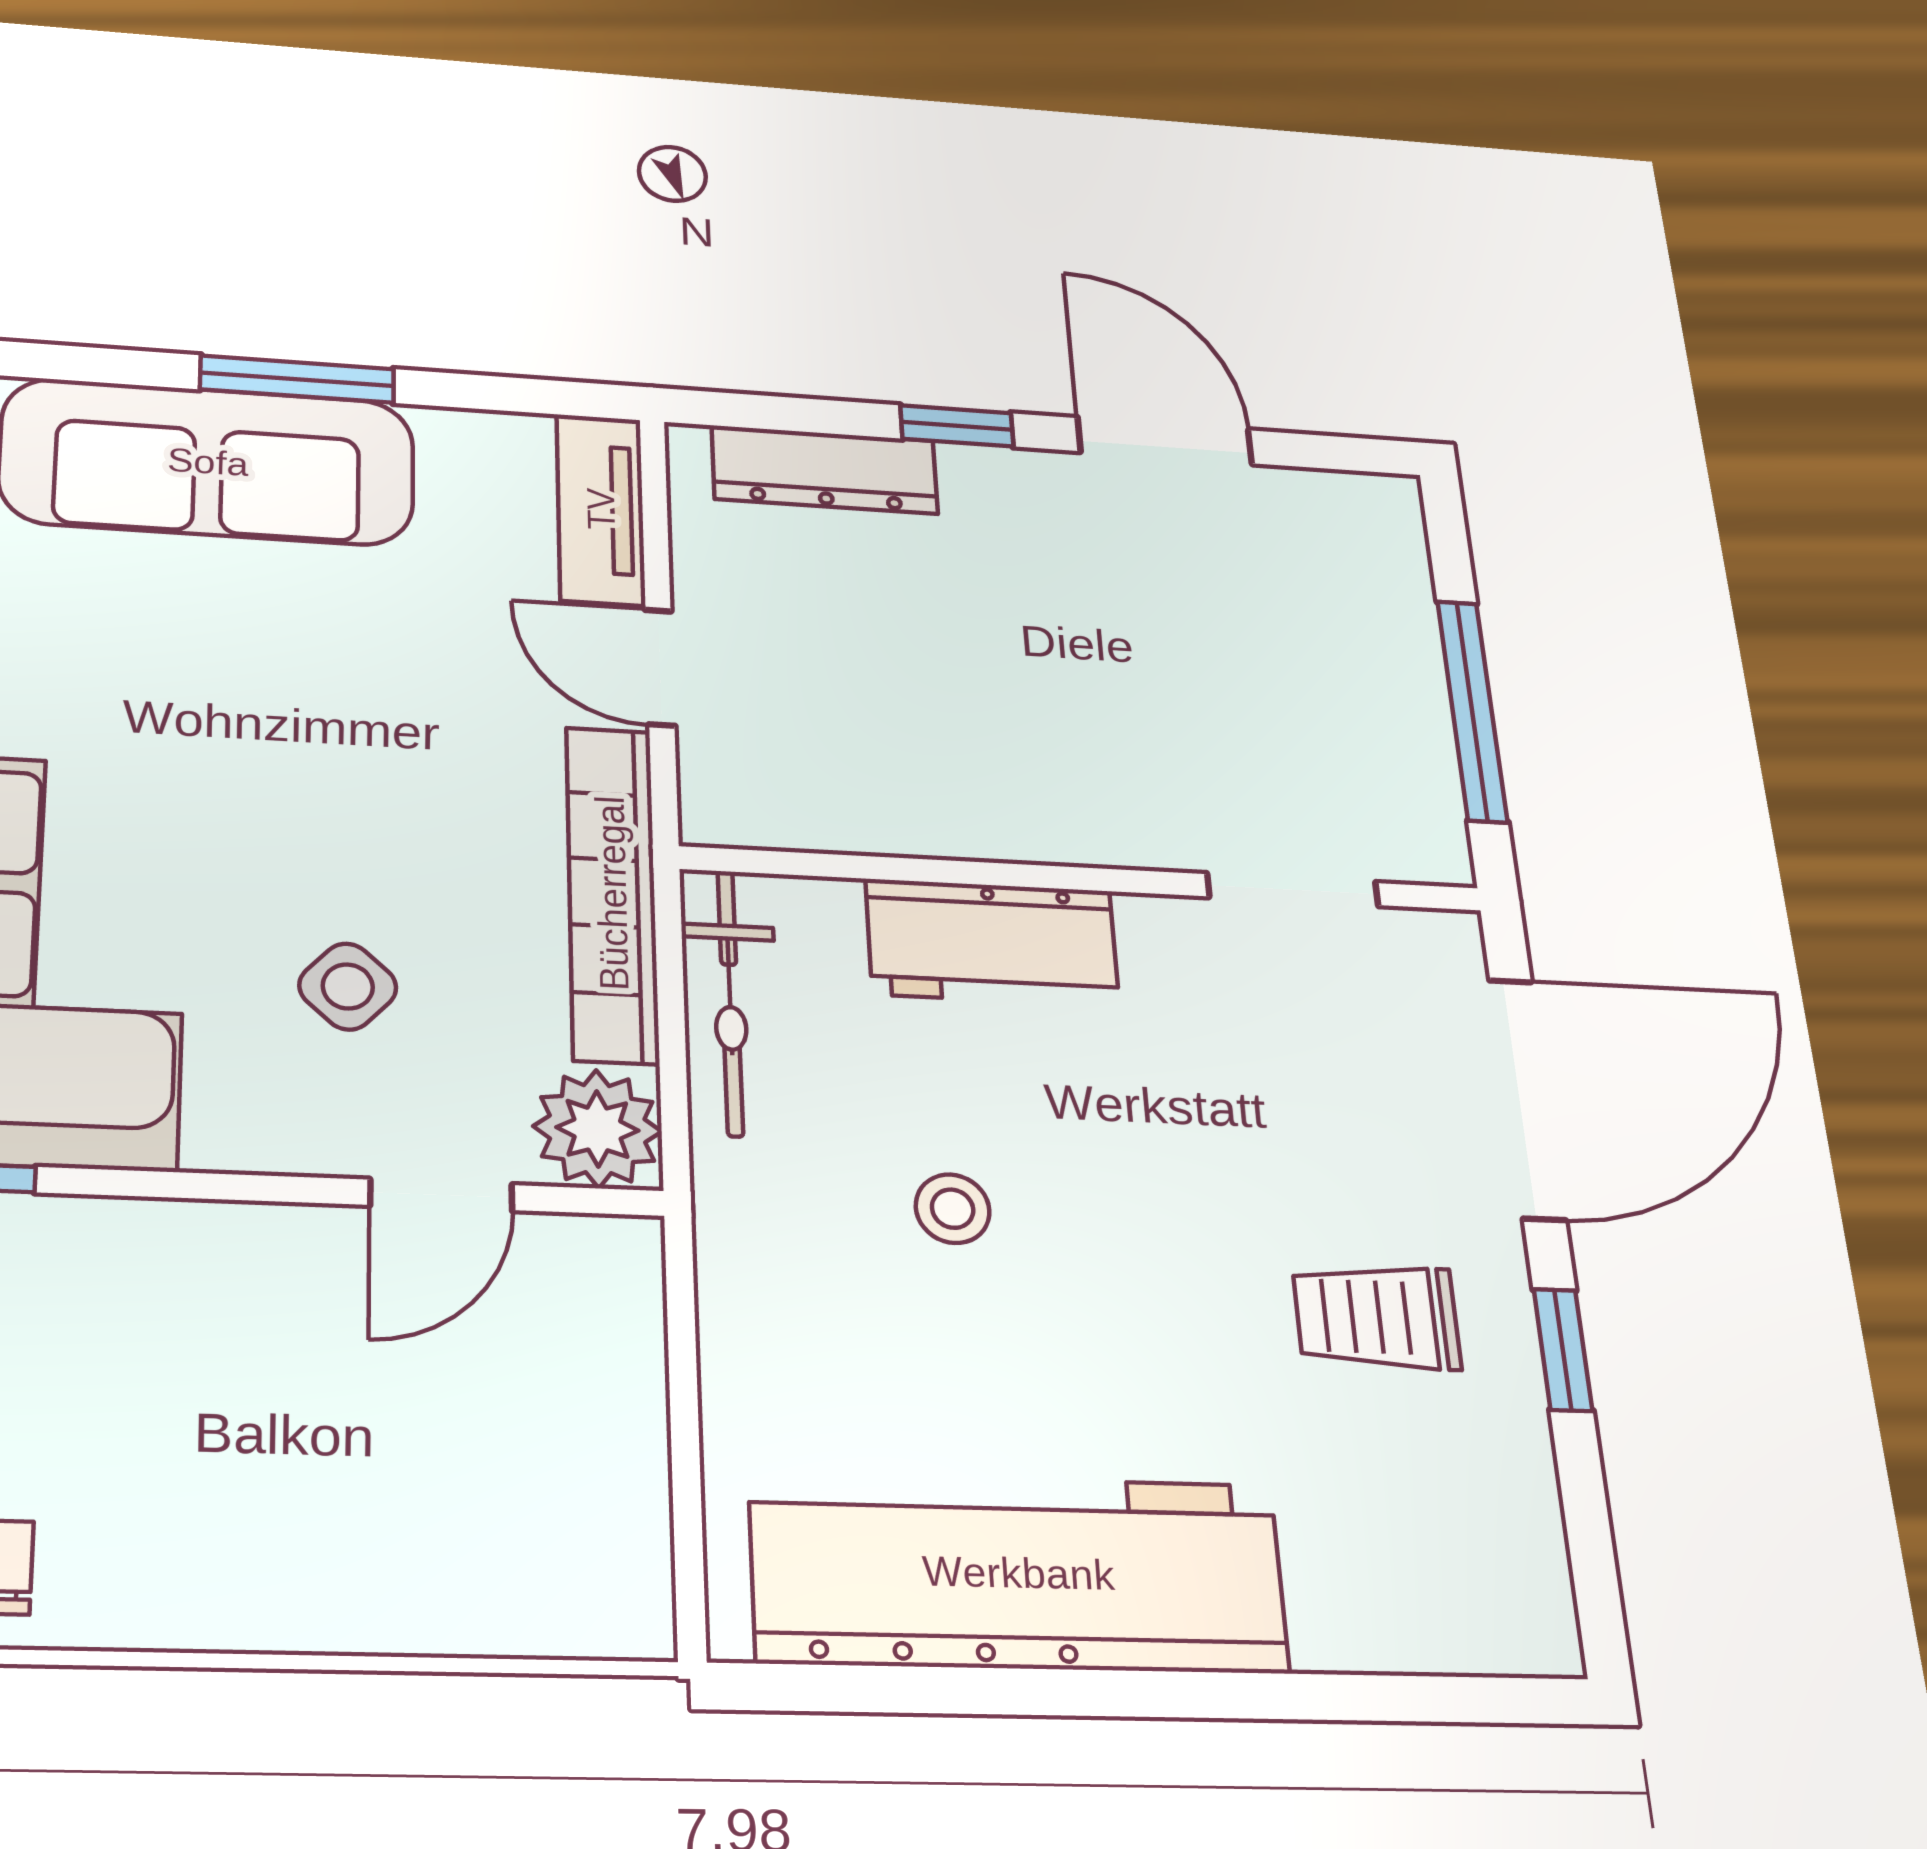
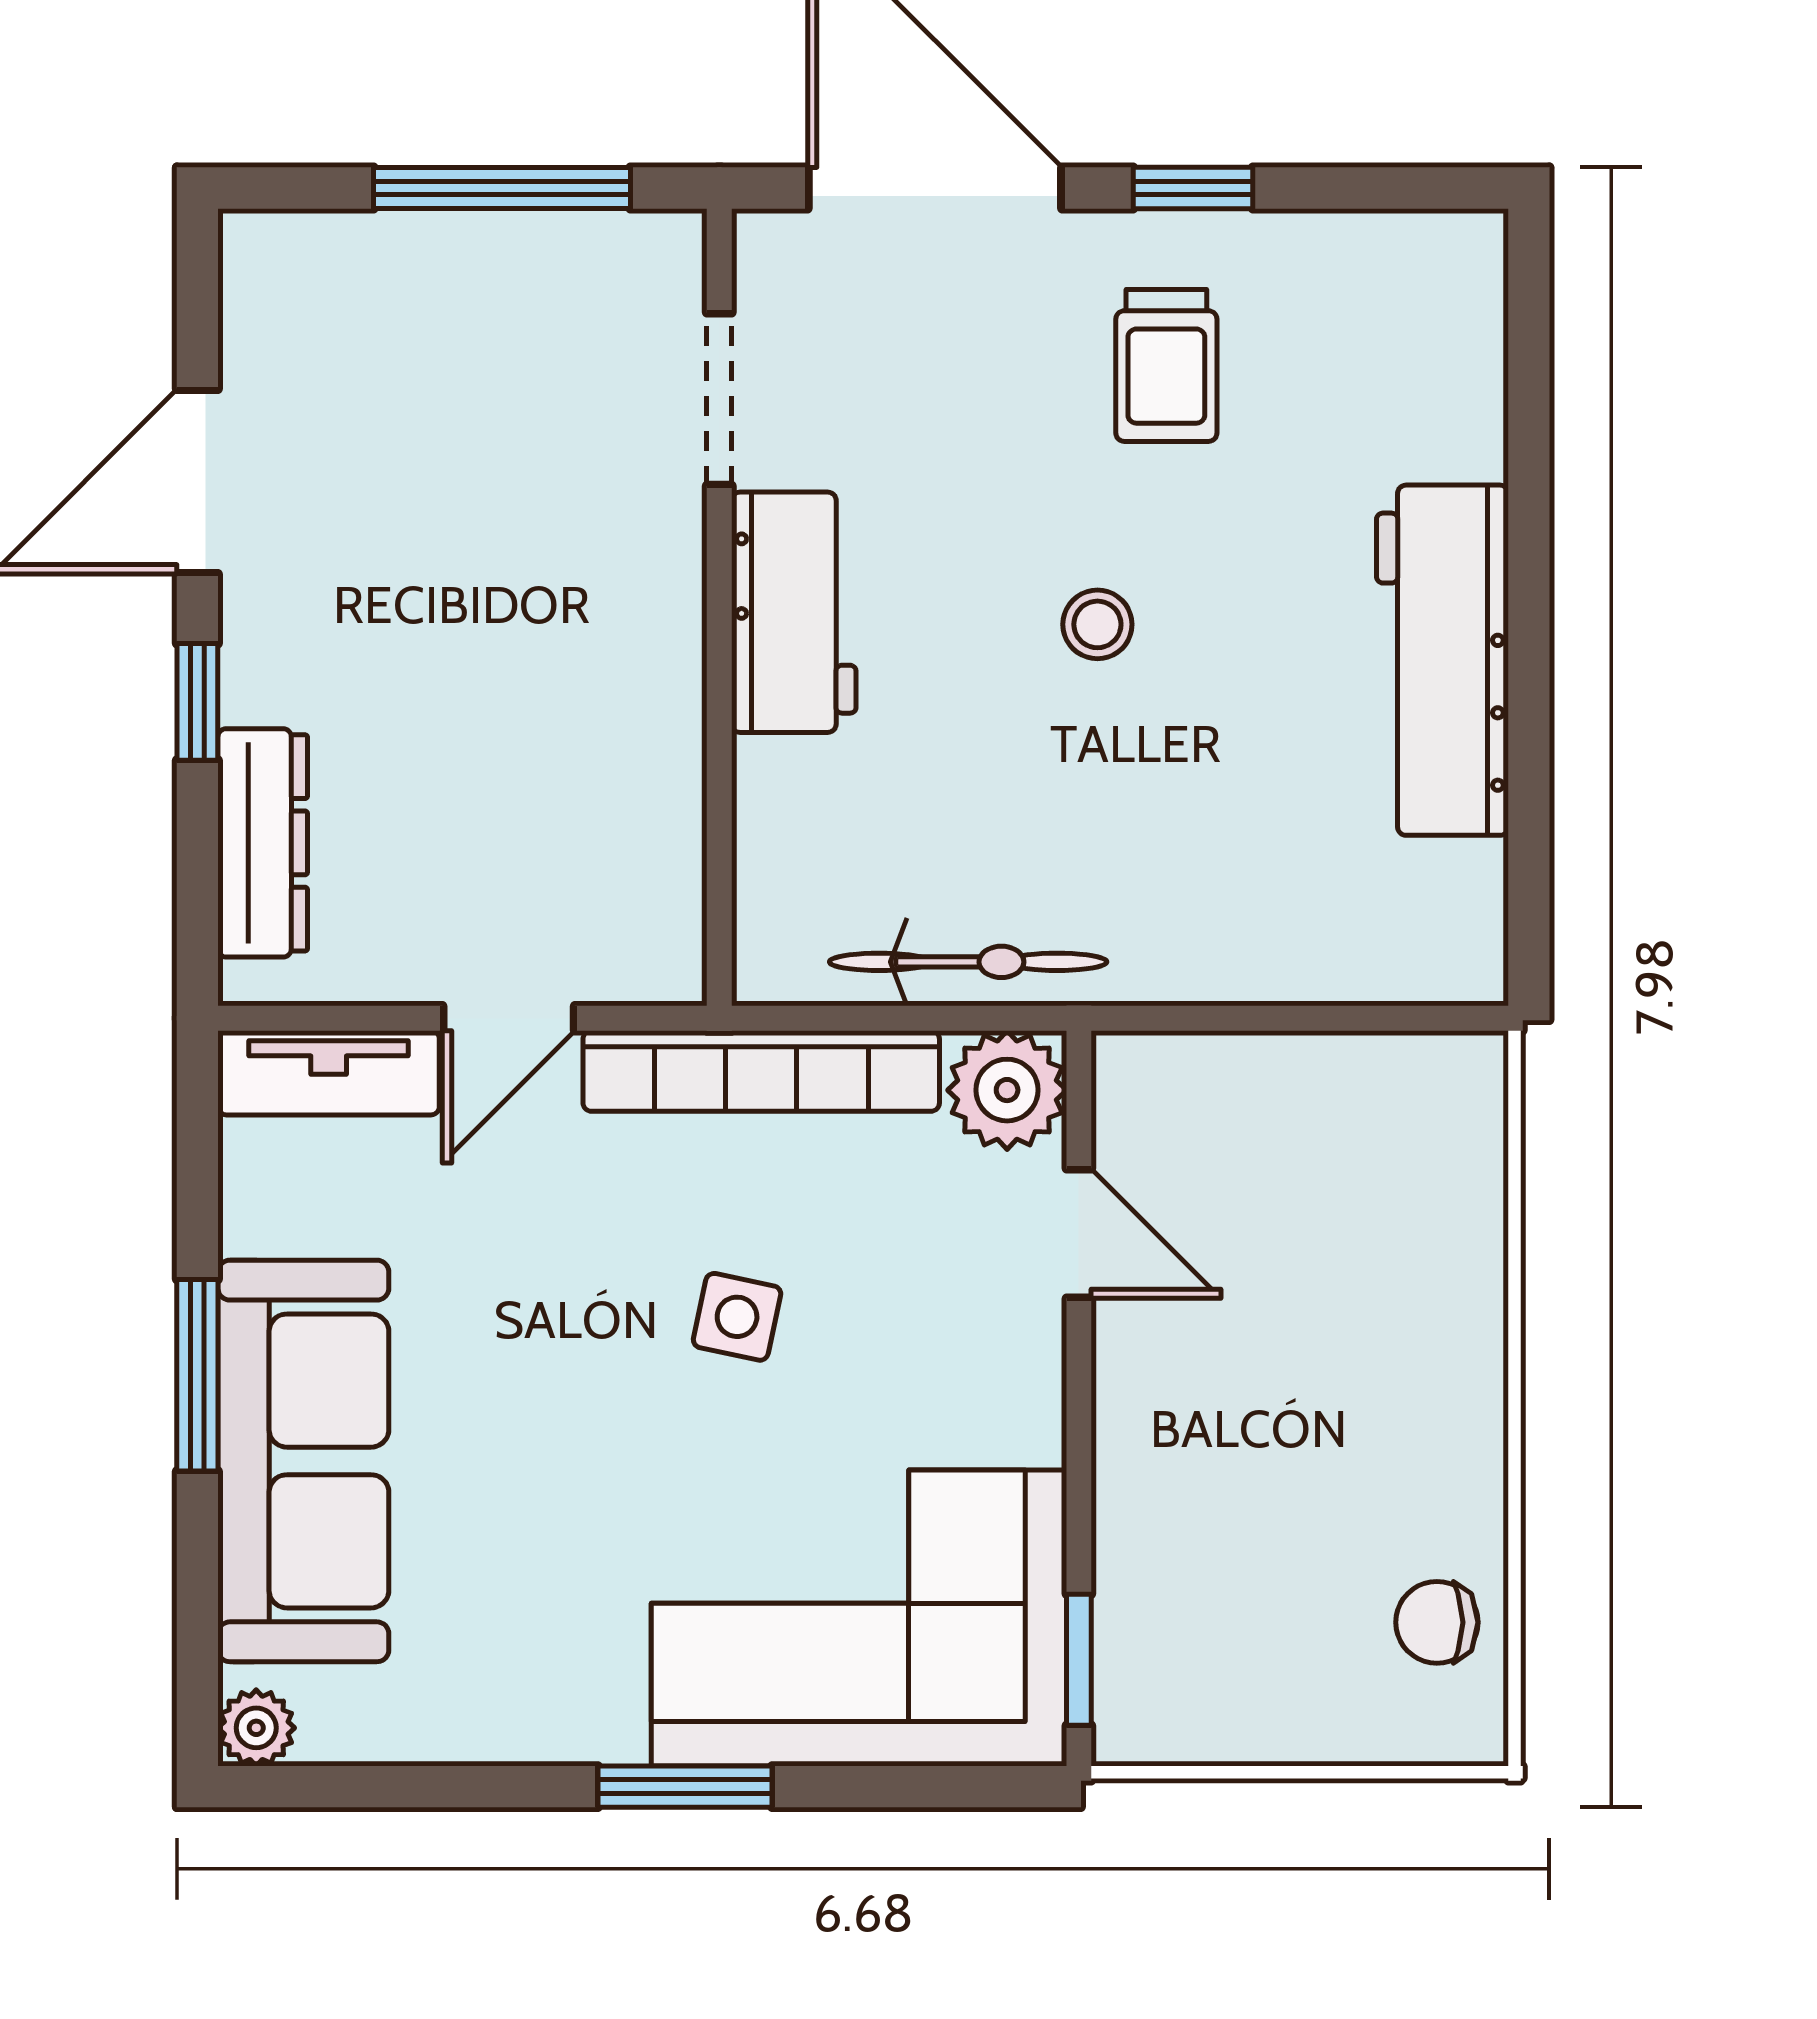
workbench: (992, 942) -> (794, 612), moved
side table: (348, 987) -> (737, 1317), moved, turned -31
bicycle: (730, 1002) -> (968, 962), moved
stool: (953, 1209) -> (1097, 624), moved
workbench: (1019, 1573) -> (1442, 660), width x0.73, depth x0.76

